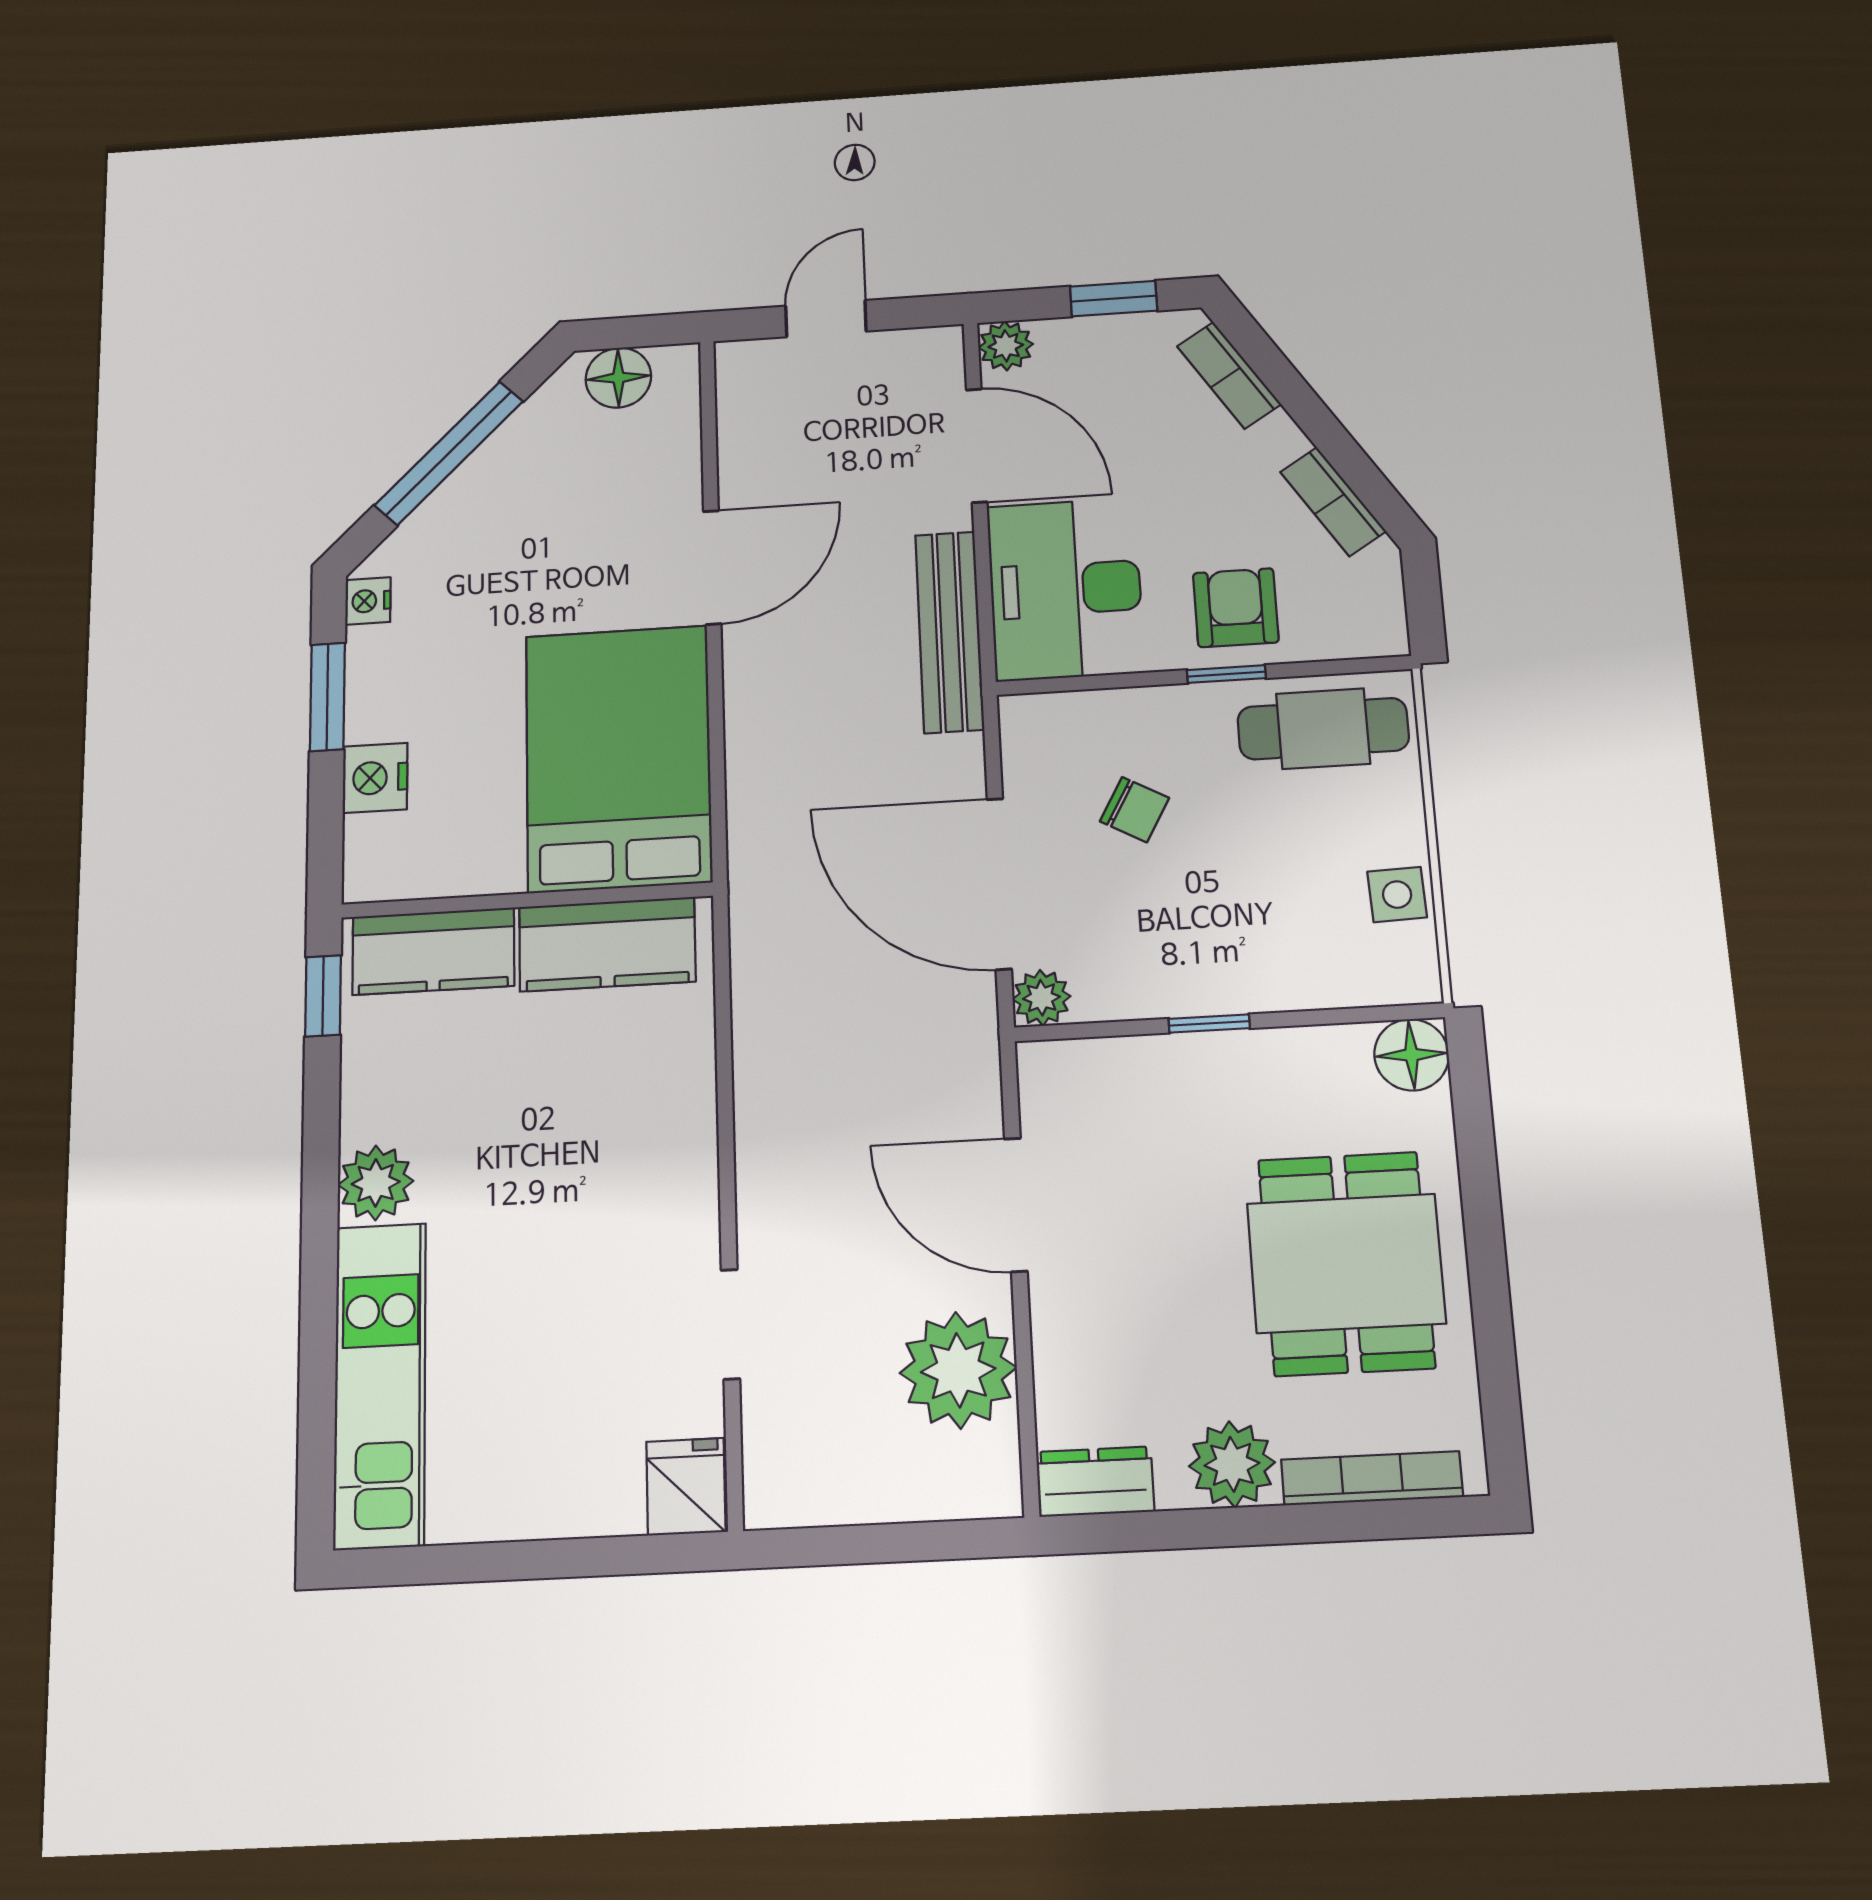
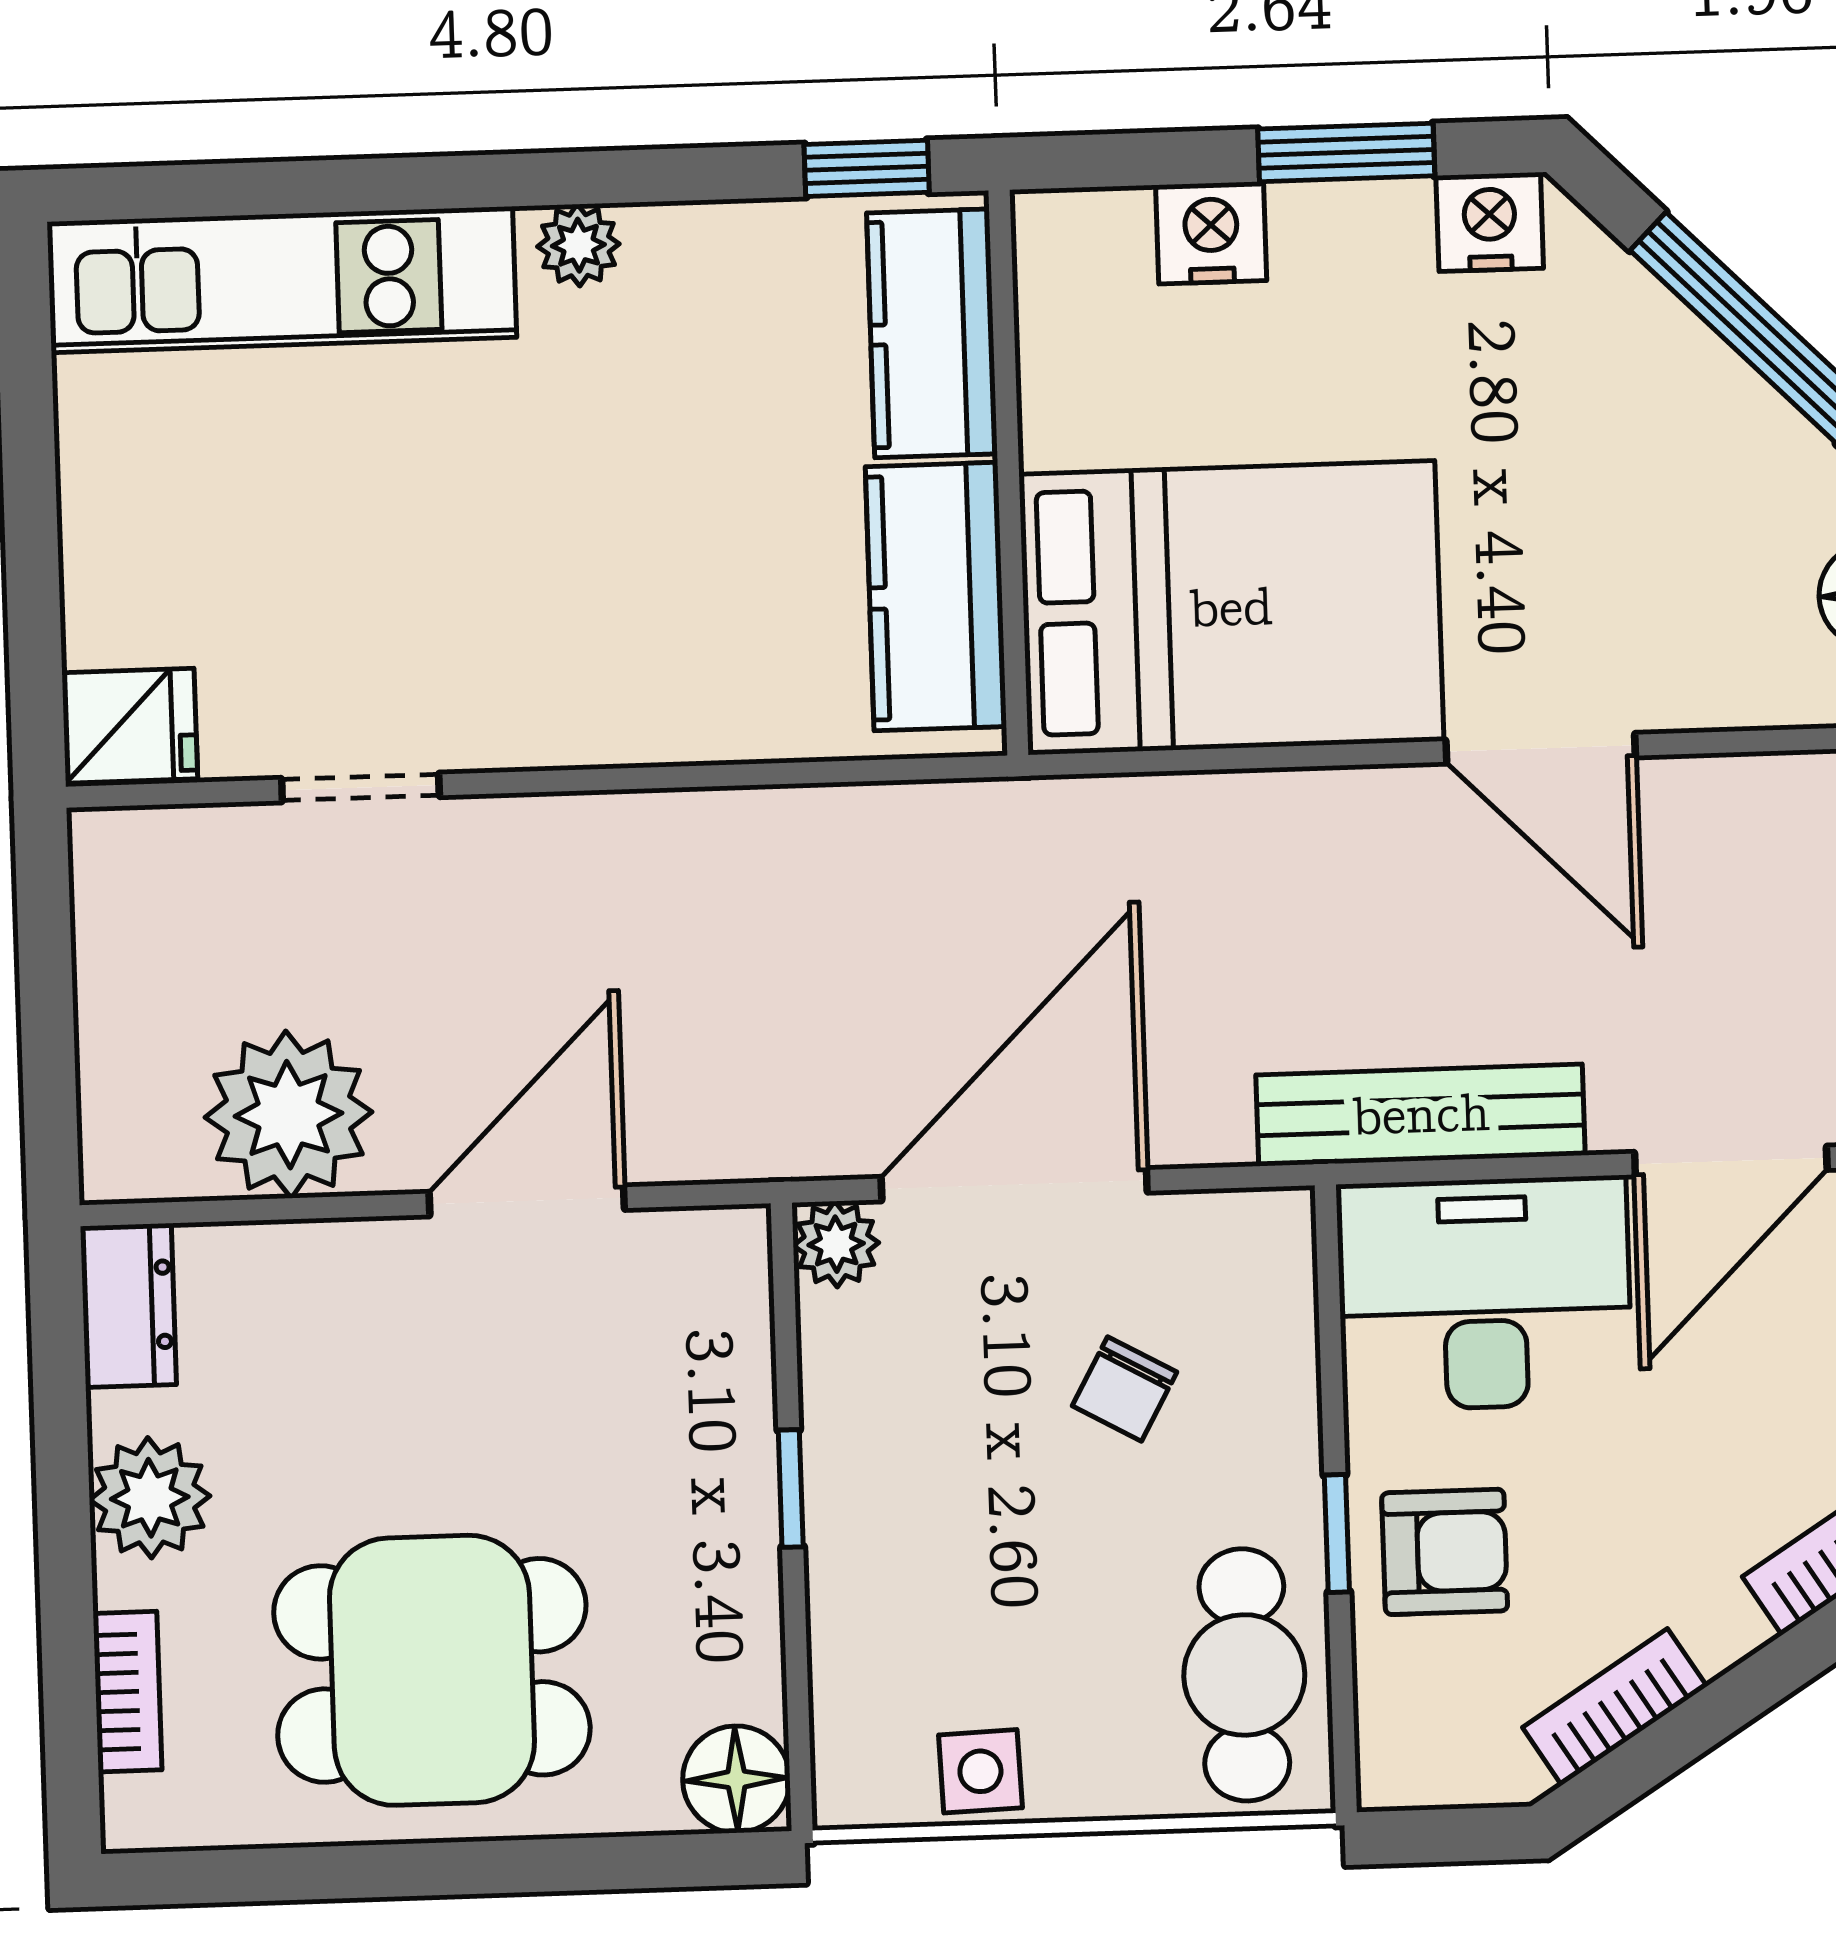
nightstand: (368, 601) -> (1490, 222), width x1.39, depth x1.35
plant: (376, 1183) -> (578, 245), width x0.73, depth x0.73
bookcase: (1372, 1478) -> (127, 1692), width x0.64

